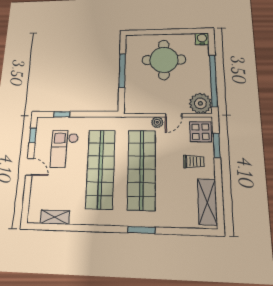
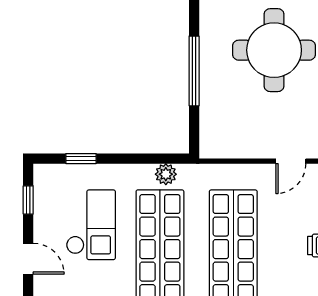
plant: (157, 122) -> (166, 174), moved
checkout: (64, 149) -> (91, 225), turned 180

